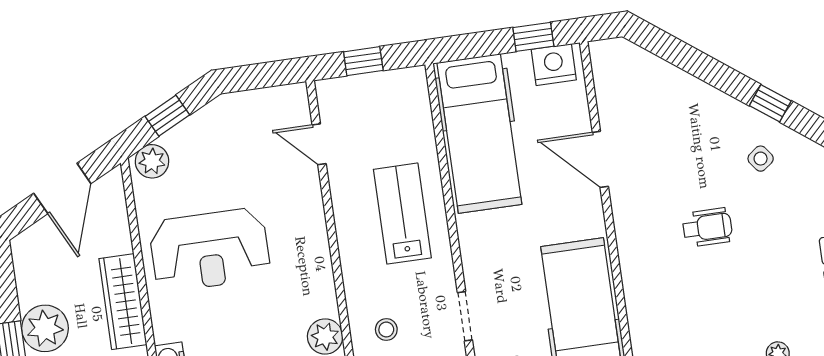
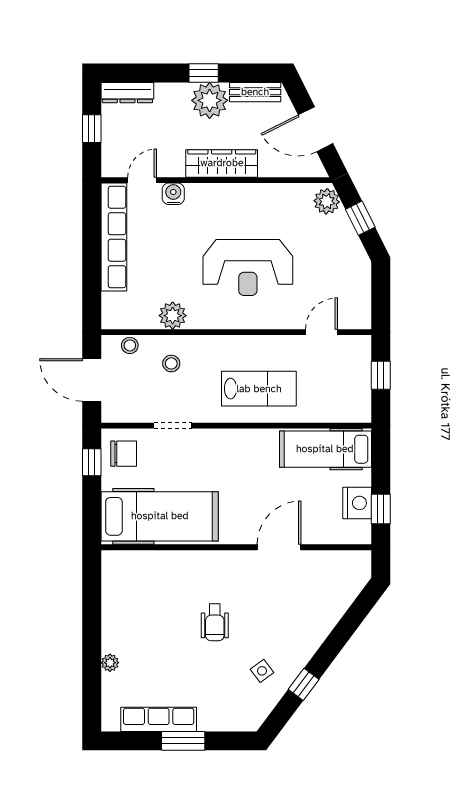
nightstand: (554, 65) -> (357, 503), moved
hospital bed: (479, 134) -> (325, 449), width x0.73, depth x0.78
reception desk: (210, 250) -> (248, 268), moved, turned -90
bench: (26, 272) -> (255, 92), added

